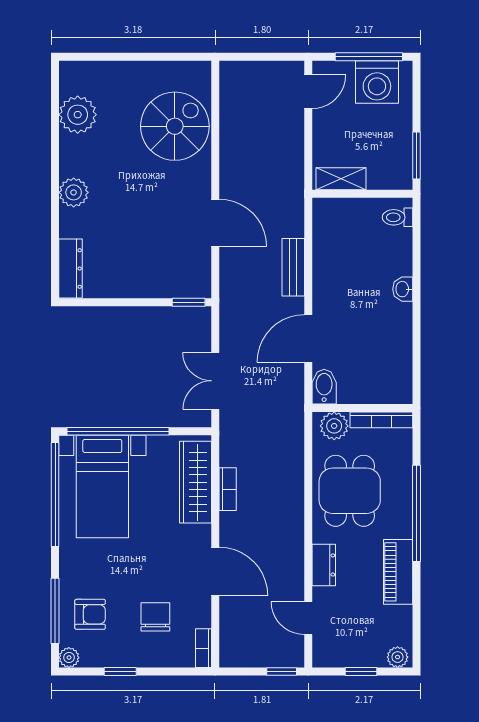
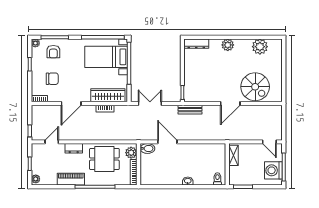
door: (215, 223) -> (230, 103), moved
bench: (293, 267) -> (190, 110), moved

